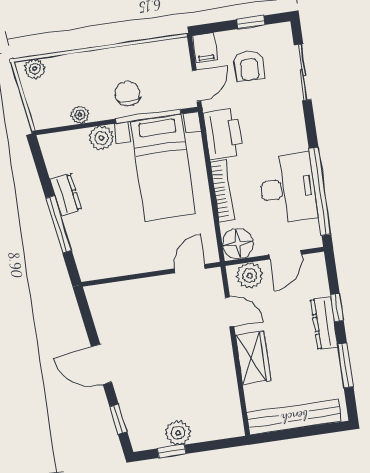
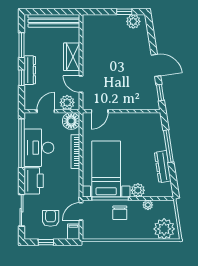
plant: (35, 69) -> (164, 229), width x1.88, depth x1.88
printer: (223, 134) -> (34, 181), moved, turned 180
dresser: (66, 195) -> (163, 167), width x1.44
window: (118, 419) -> (160, 93), moved
plant: (178, 433) -> (133, 21), moved

